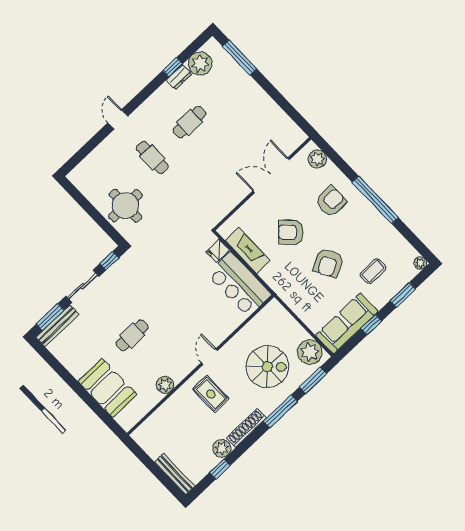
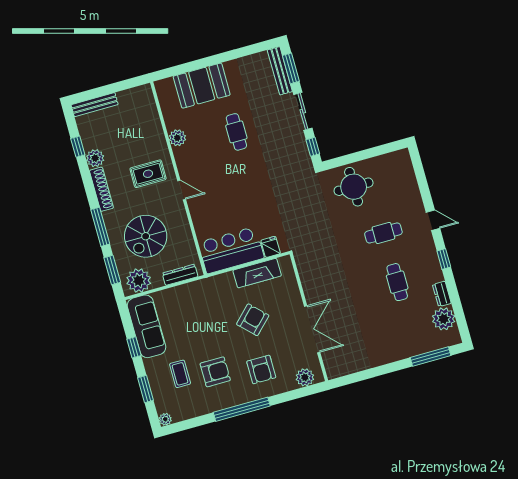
window: (173, 67) -> (444, 259), moved
armchair: (328, 263) -> (215, 372), moved, turned 119
dresser: (285, 318) -> (180, 275), added

